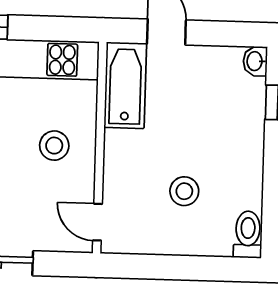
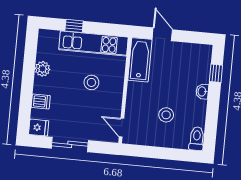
washbasin: (255, 61) -> (202, 91), moved
stool: (54, 146) -> (91, 82), moved

